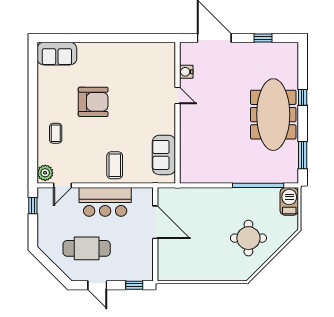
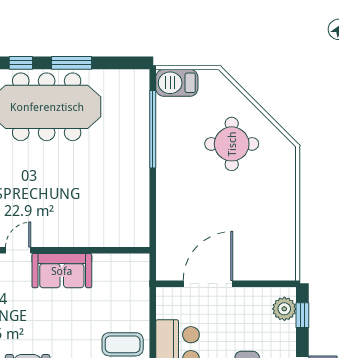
sofa: (164, 155) -> (62, 271), moved
window: (303, 155) -> (72, 63), moved
plant: (138, 273) -> (284, 309), added

